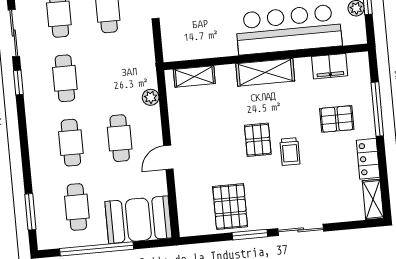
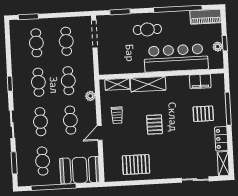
sliding door: (14, 33) -> (12, 124), moved
shelving: (265, 72) -> (148, 84), moved
cafe table: (114, 74) -> (68, 81), added
trolley: (290, 152) -> (117, 115), moved
pallet: (230, 207) -> (136, 165), turned 90
sliding door: (301, 230) -> (195, 180), moved
window: (250, 235) -> (147, 182), removed

